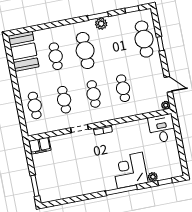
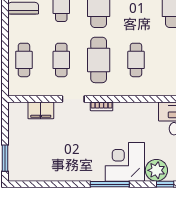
cafe table: (94, 94) -> (99, 60), width x1.37, depth x1.35
filing cabinet: (40, 146) -> (41, 110), moved
plant: (153, 177) -> (156, 170), width x1.88, depth x1.88

